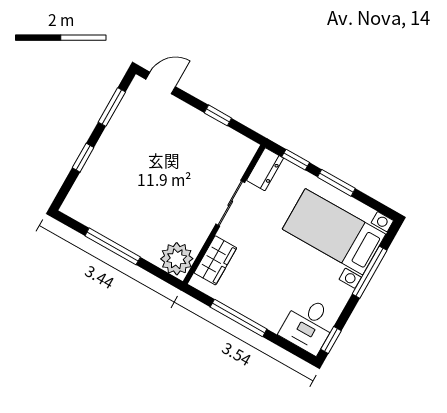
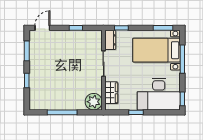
window: (336, 183) -> (163, 28), moved
window: (239, 318) -> (136, 112), width x0.46
desk: (309, 325) -> (159, 94), width x1.87, depth x1.30

